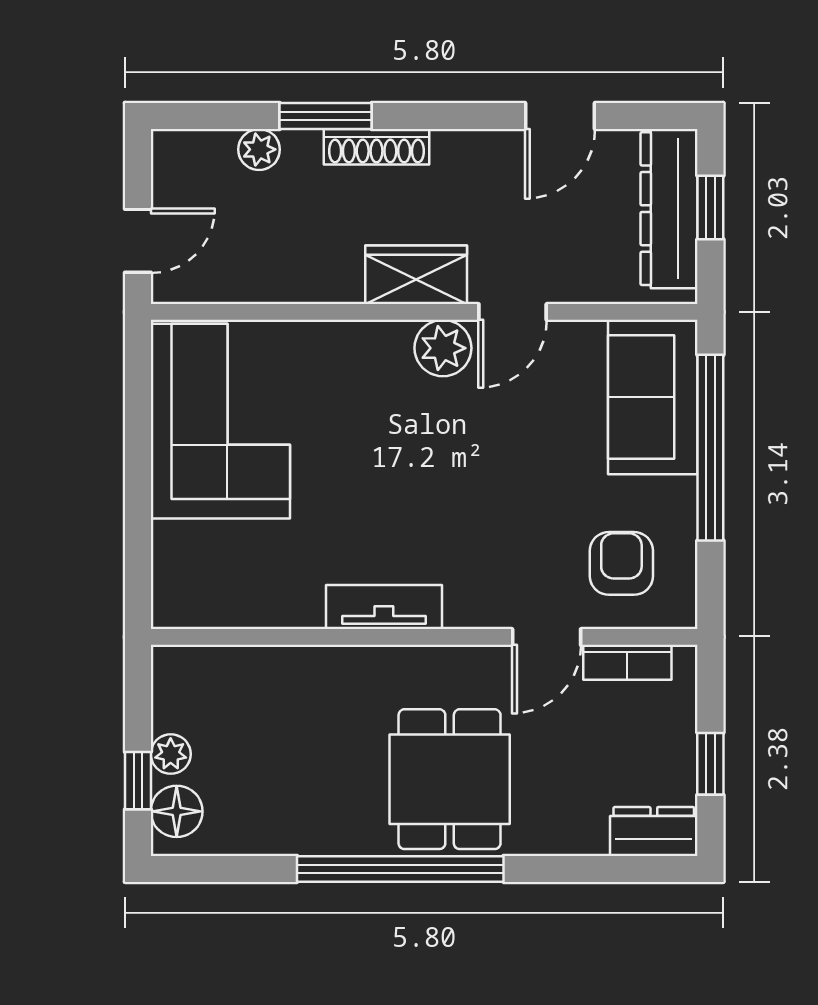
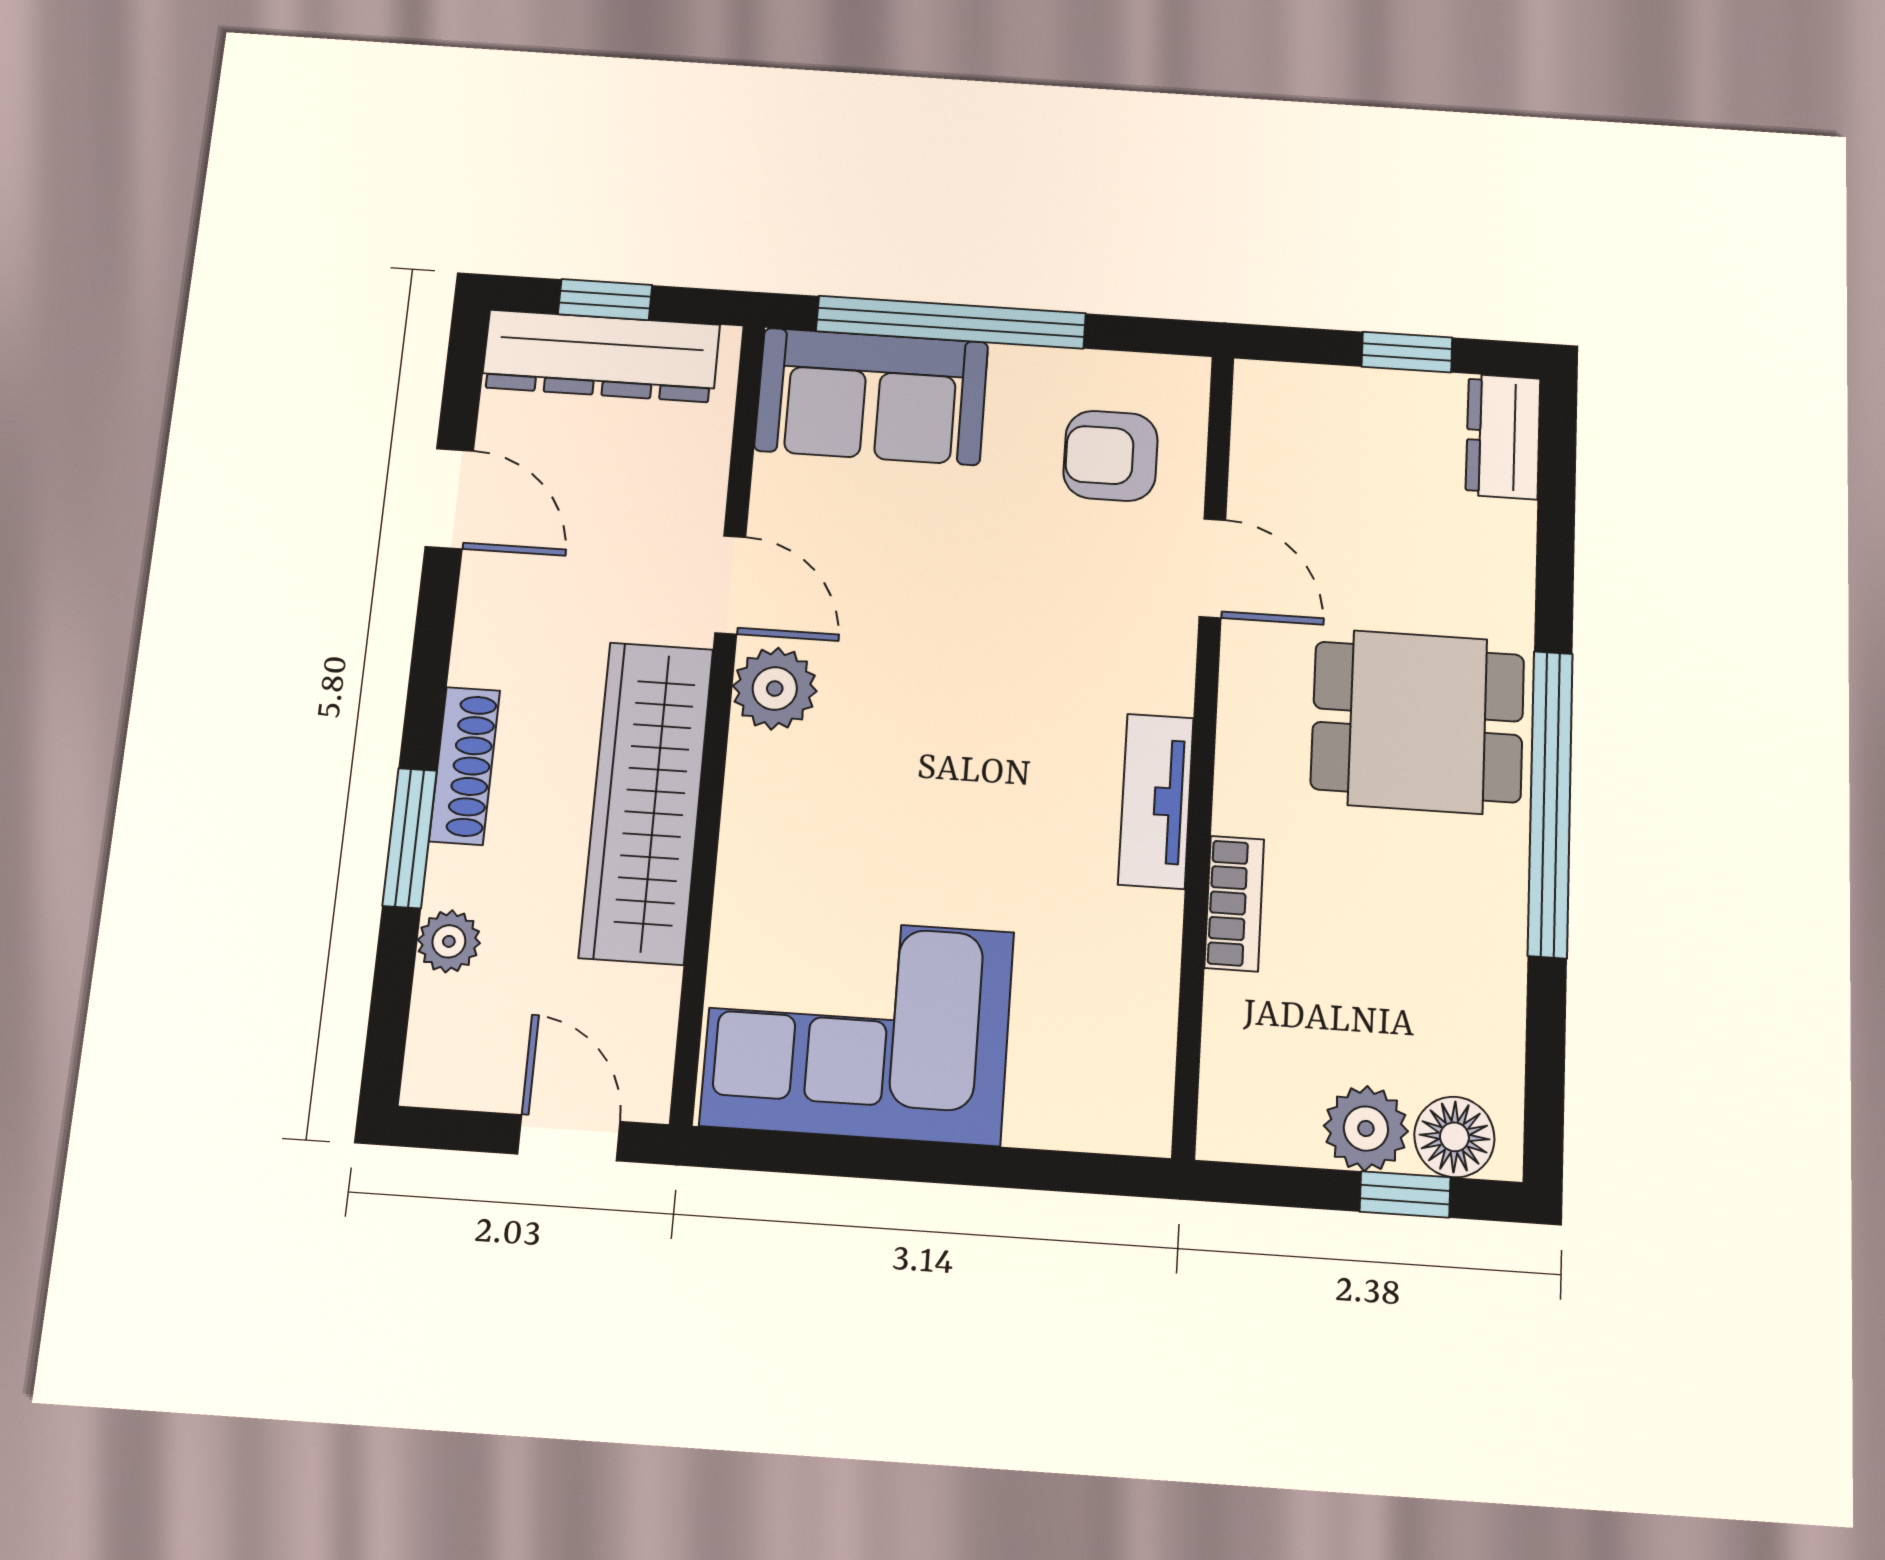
wardrobe: (416, 275) -> (646, 802), width x2.10, depth x1.17
bookcase: (627, 662) -> (1234, 903), moved
plant: (171, 754) -> (1366, 1129), width x1.38, depth x1.38

